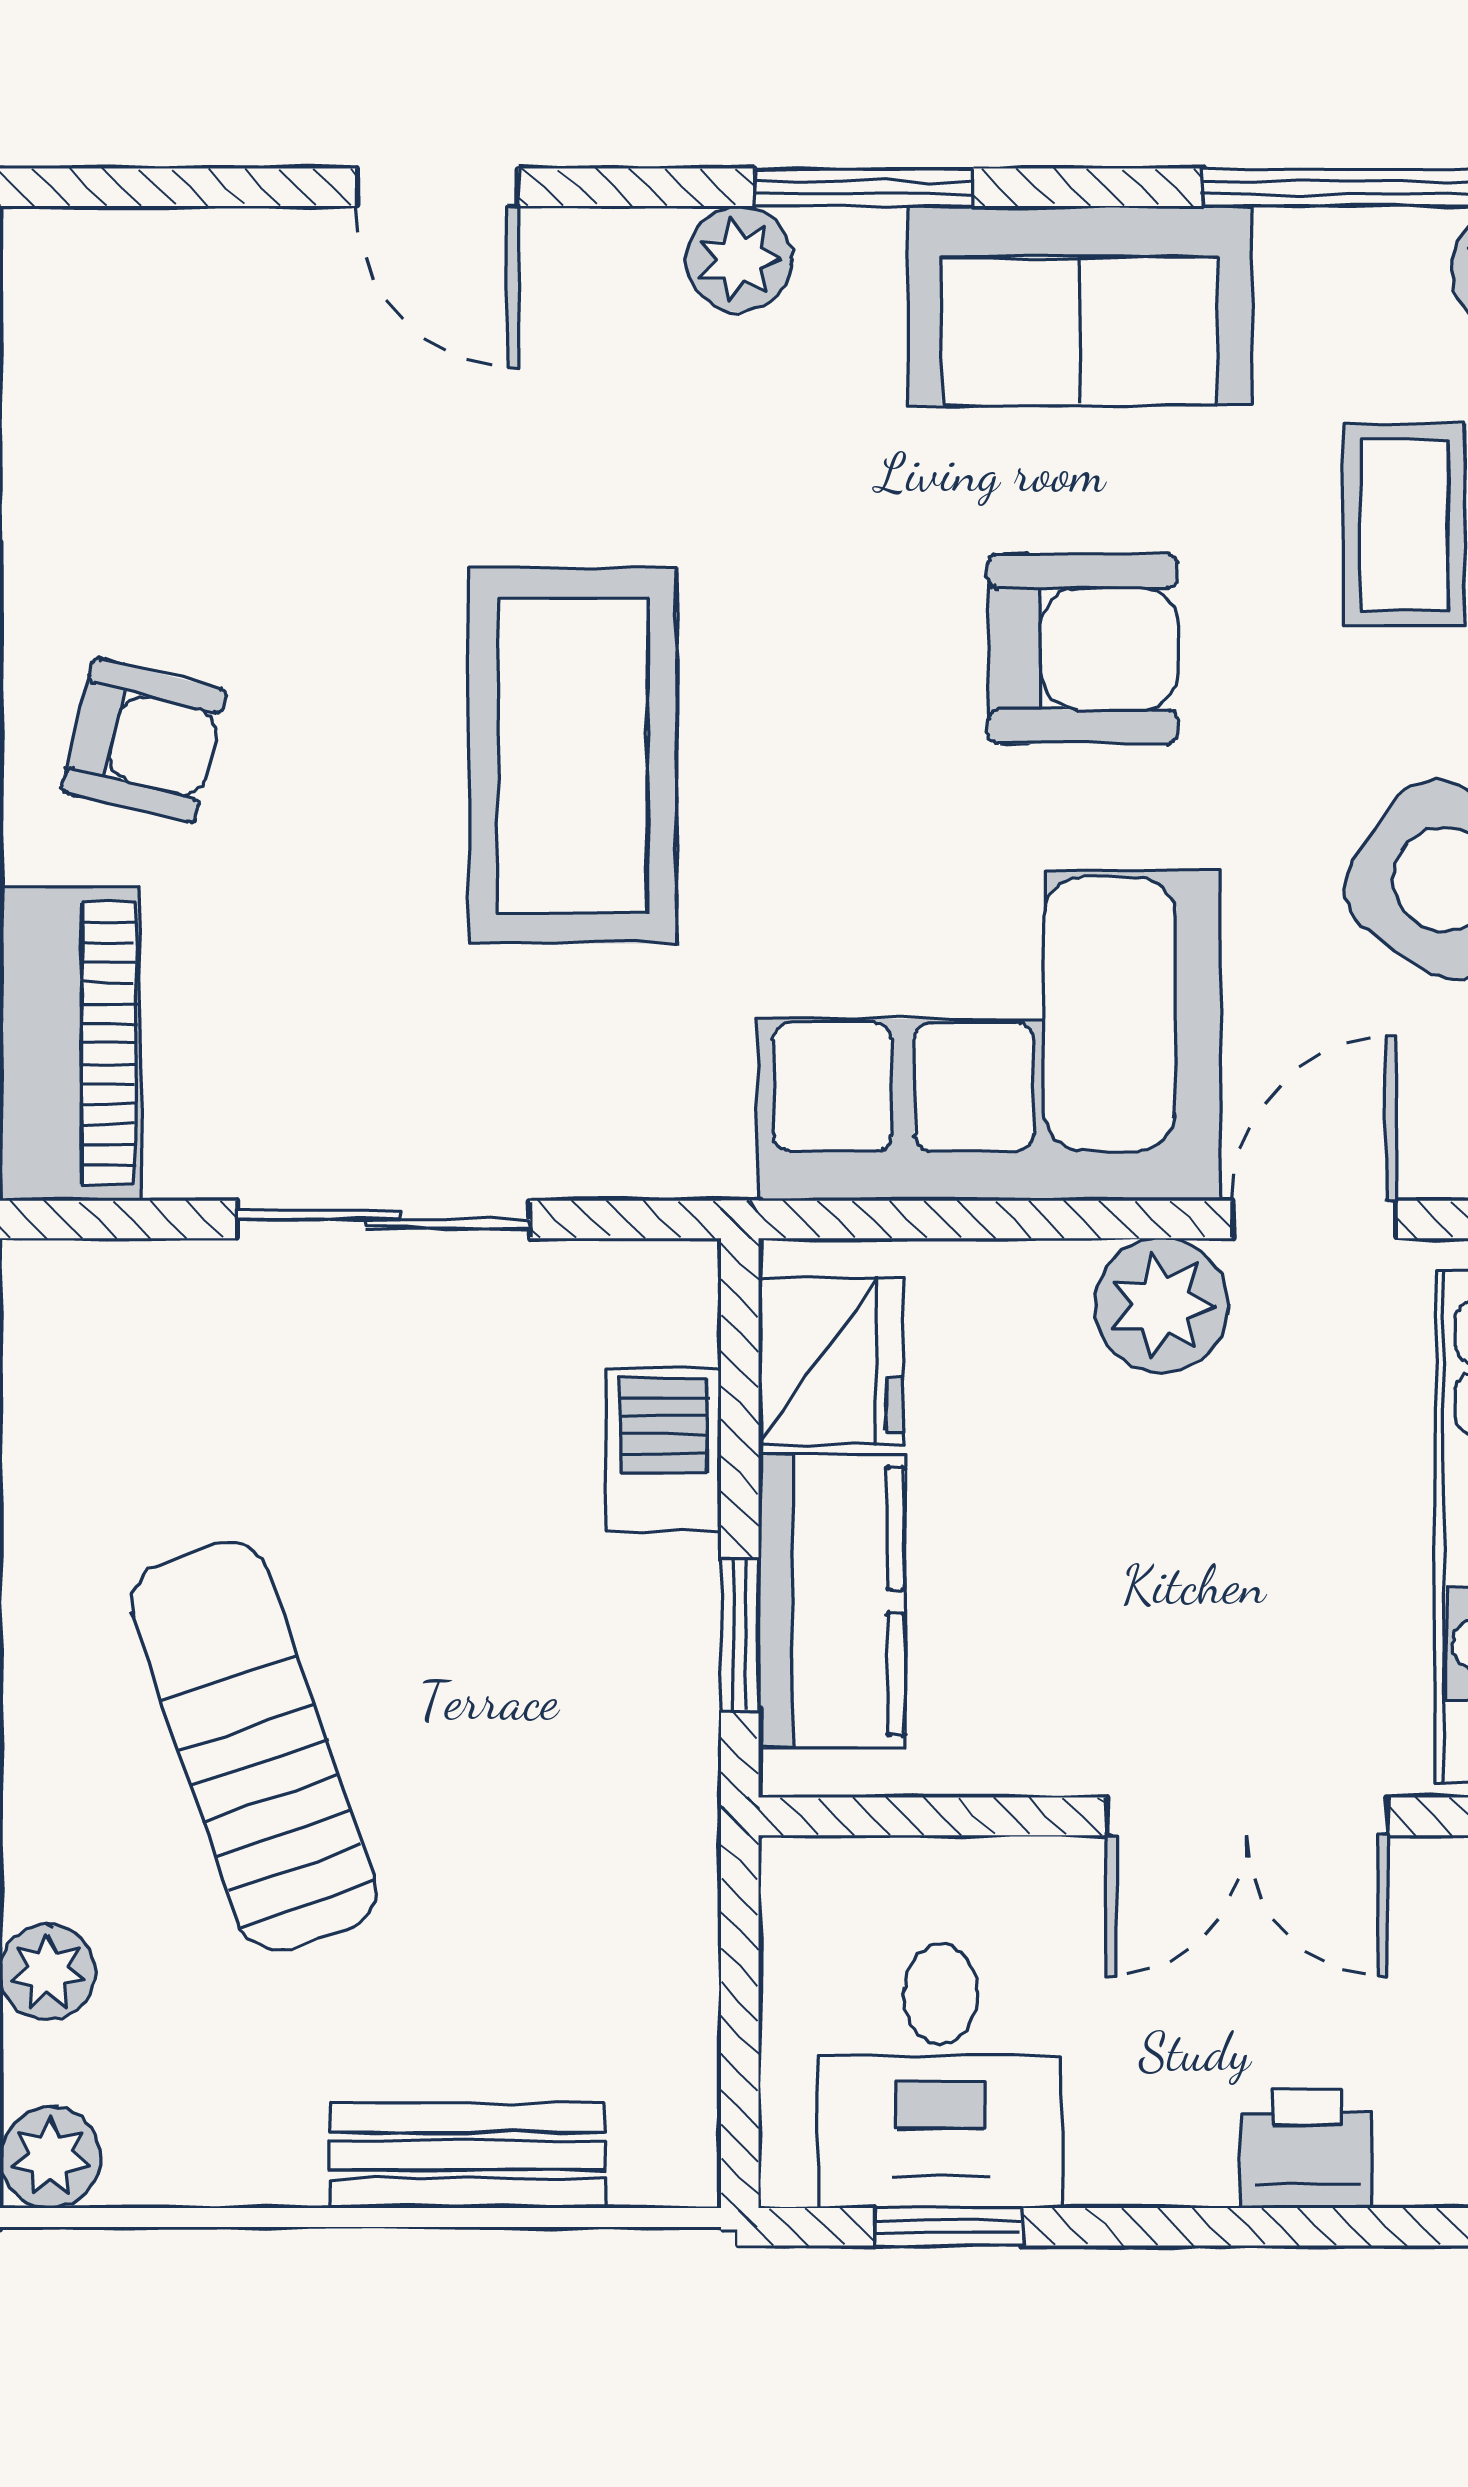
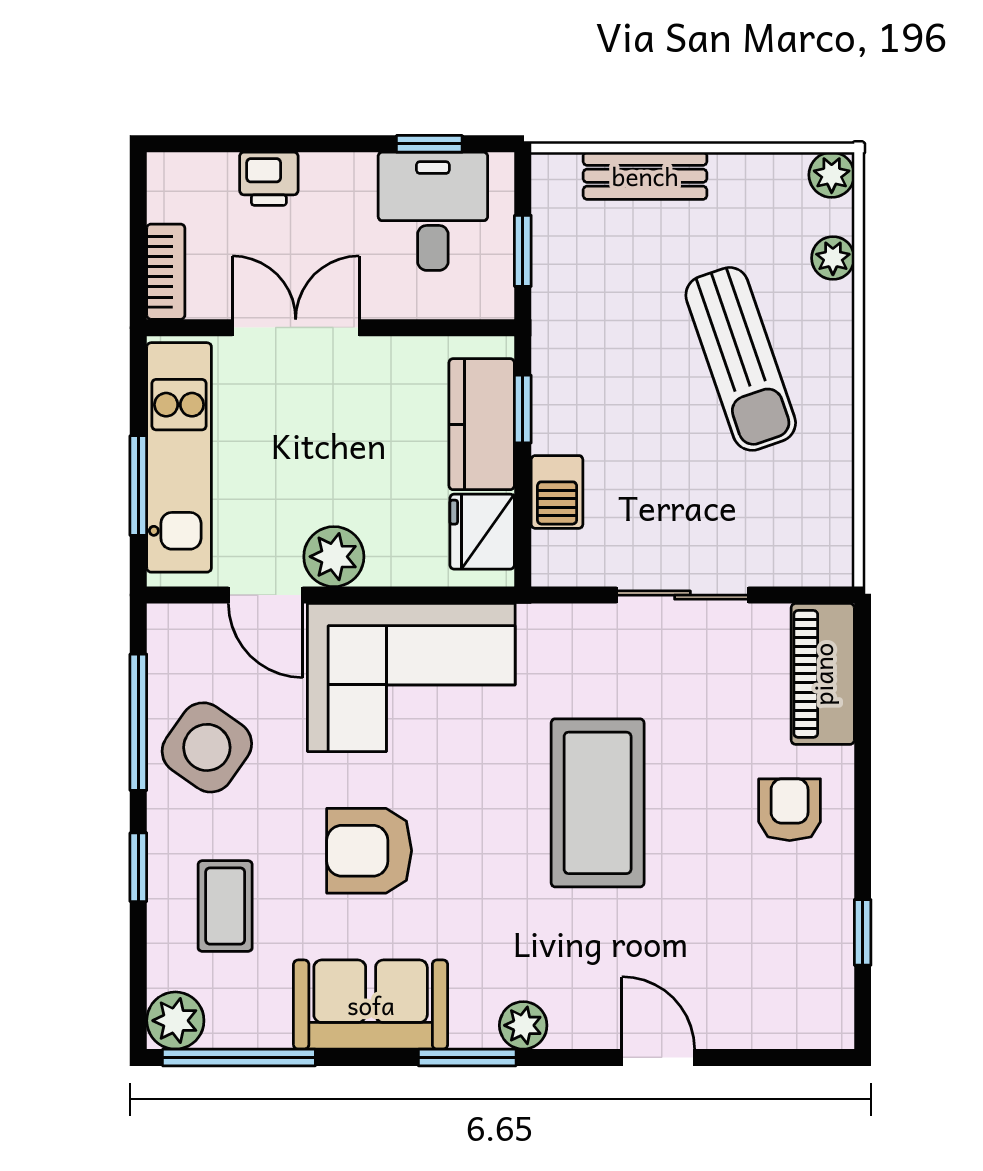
armchair: (144, 741) -> (790, 810), turned 76
door: (1314, 1219) -> (266, 595), hinge flipped
window: (740, 1988) -> (523, 251), added

